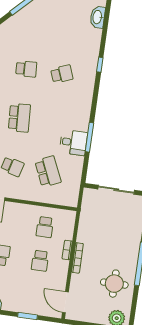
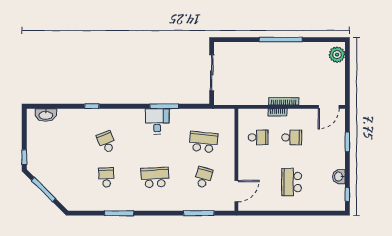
desk: (73, 142) -> (157, 121), moved
school desk: (48, 172) -> (203, 142), turned 30
round table: (114, 284) -> (304, 62), removed

